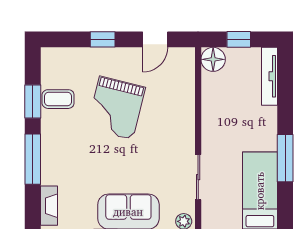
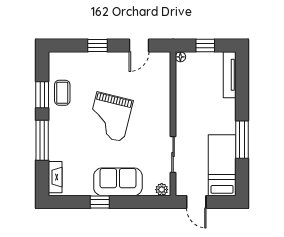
floor lamp: (213, 59) -> (180, 57), width x0.53, depth x0.53
coffee table: (58, 99) -> (62, 93), turned 90
grand piano: (116, 108) -> (110, 117), moved

